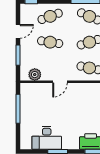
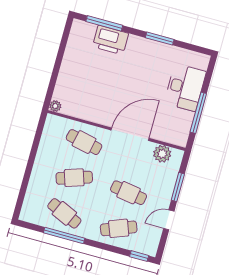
door: (60, 82) -> (130, 134), width x1.87
desk: (47, 138) -> (185, 87), moved, turned 90

